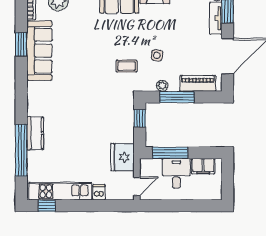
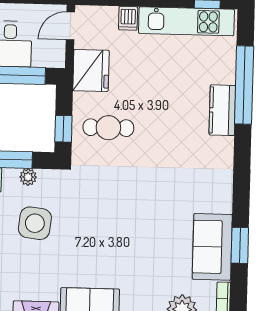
sofa: (39, 51) -> (212, 247), width x0.73
side table: (157, 55) -> (35, 223), width x1.87, depth x1.87
coffee table: (127, 66) -> (81, 208), removed
cafe table: (110, 120) -> (108, 128), added

